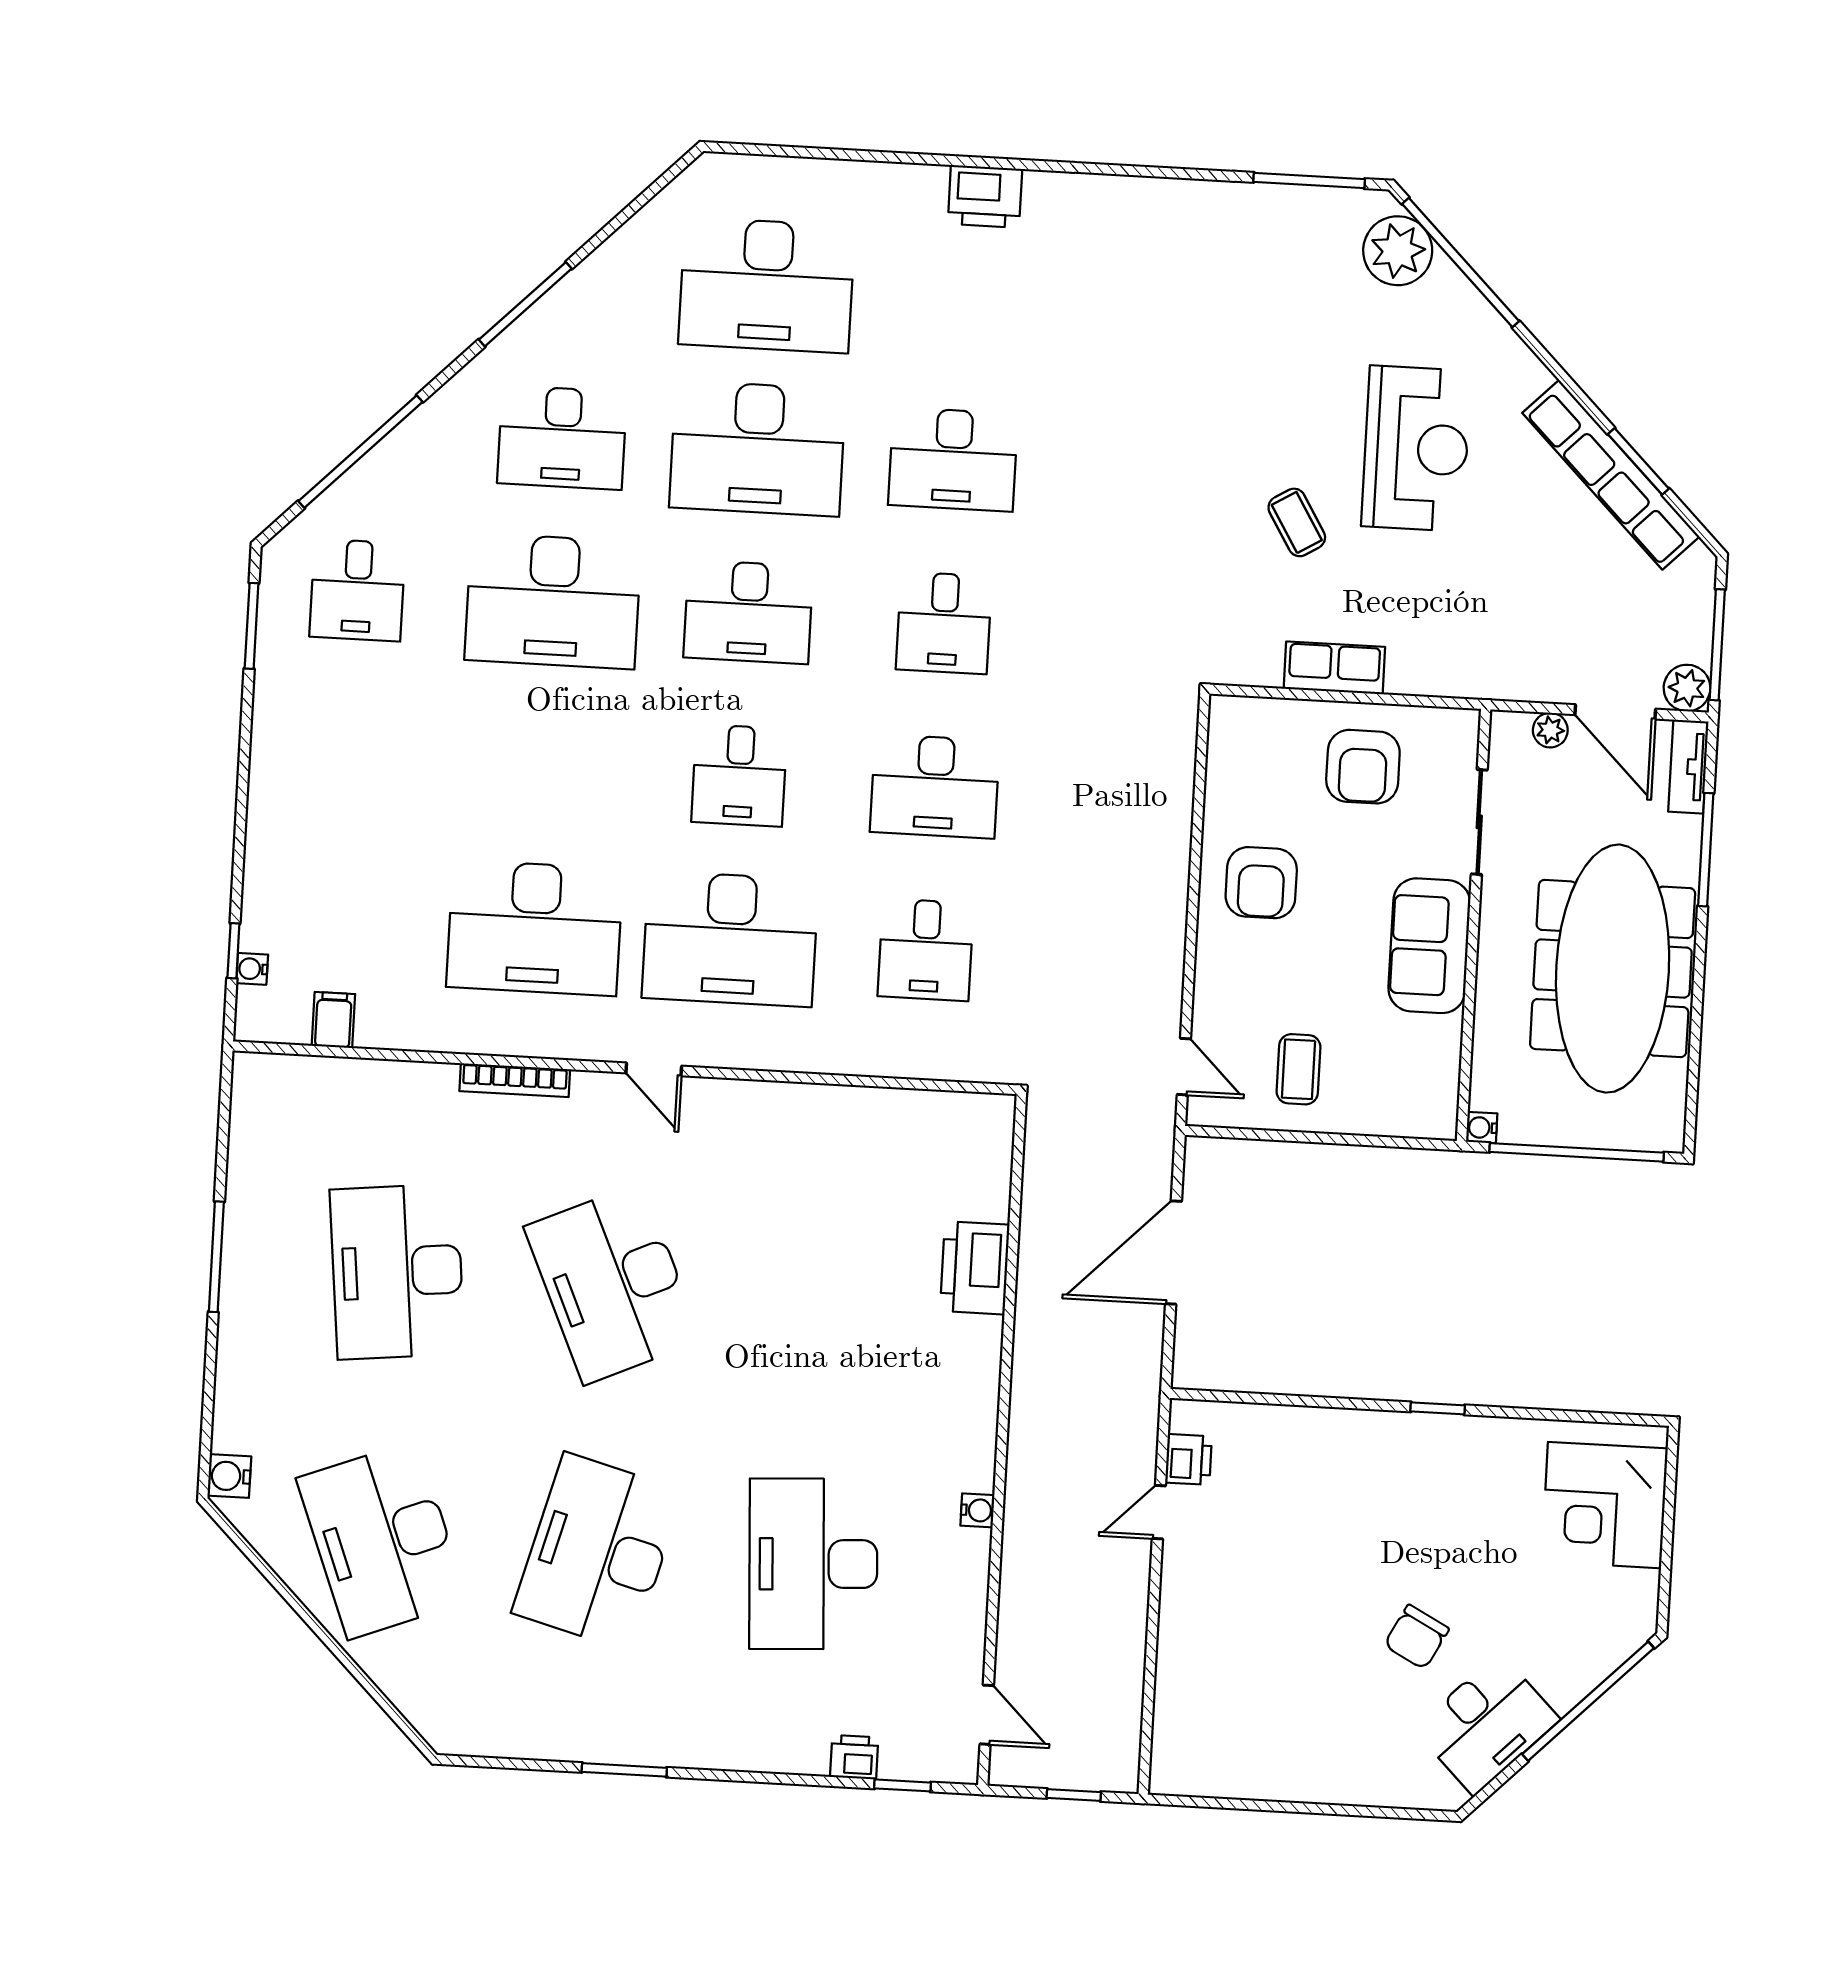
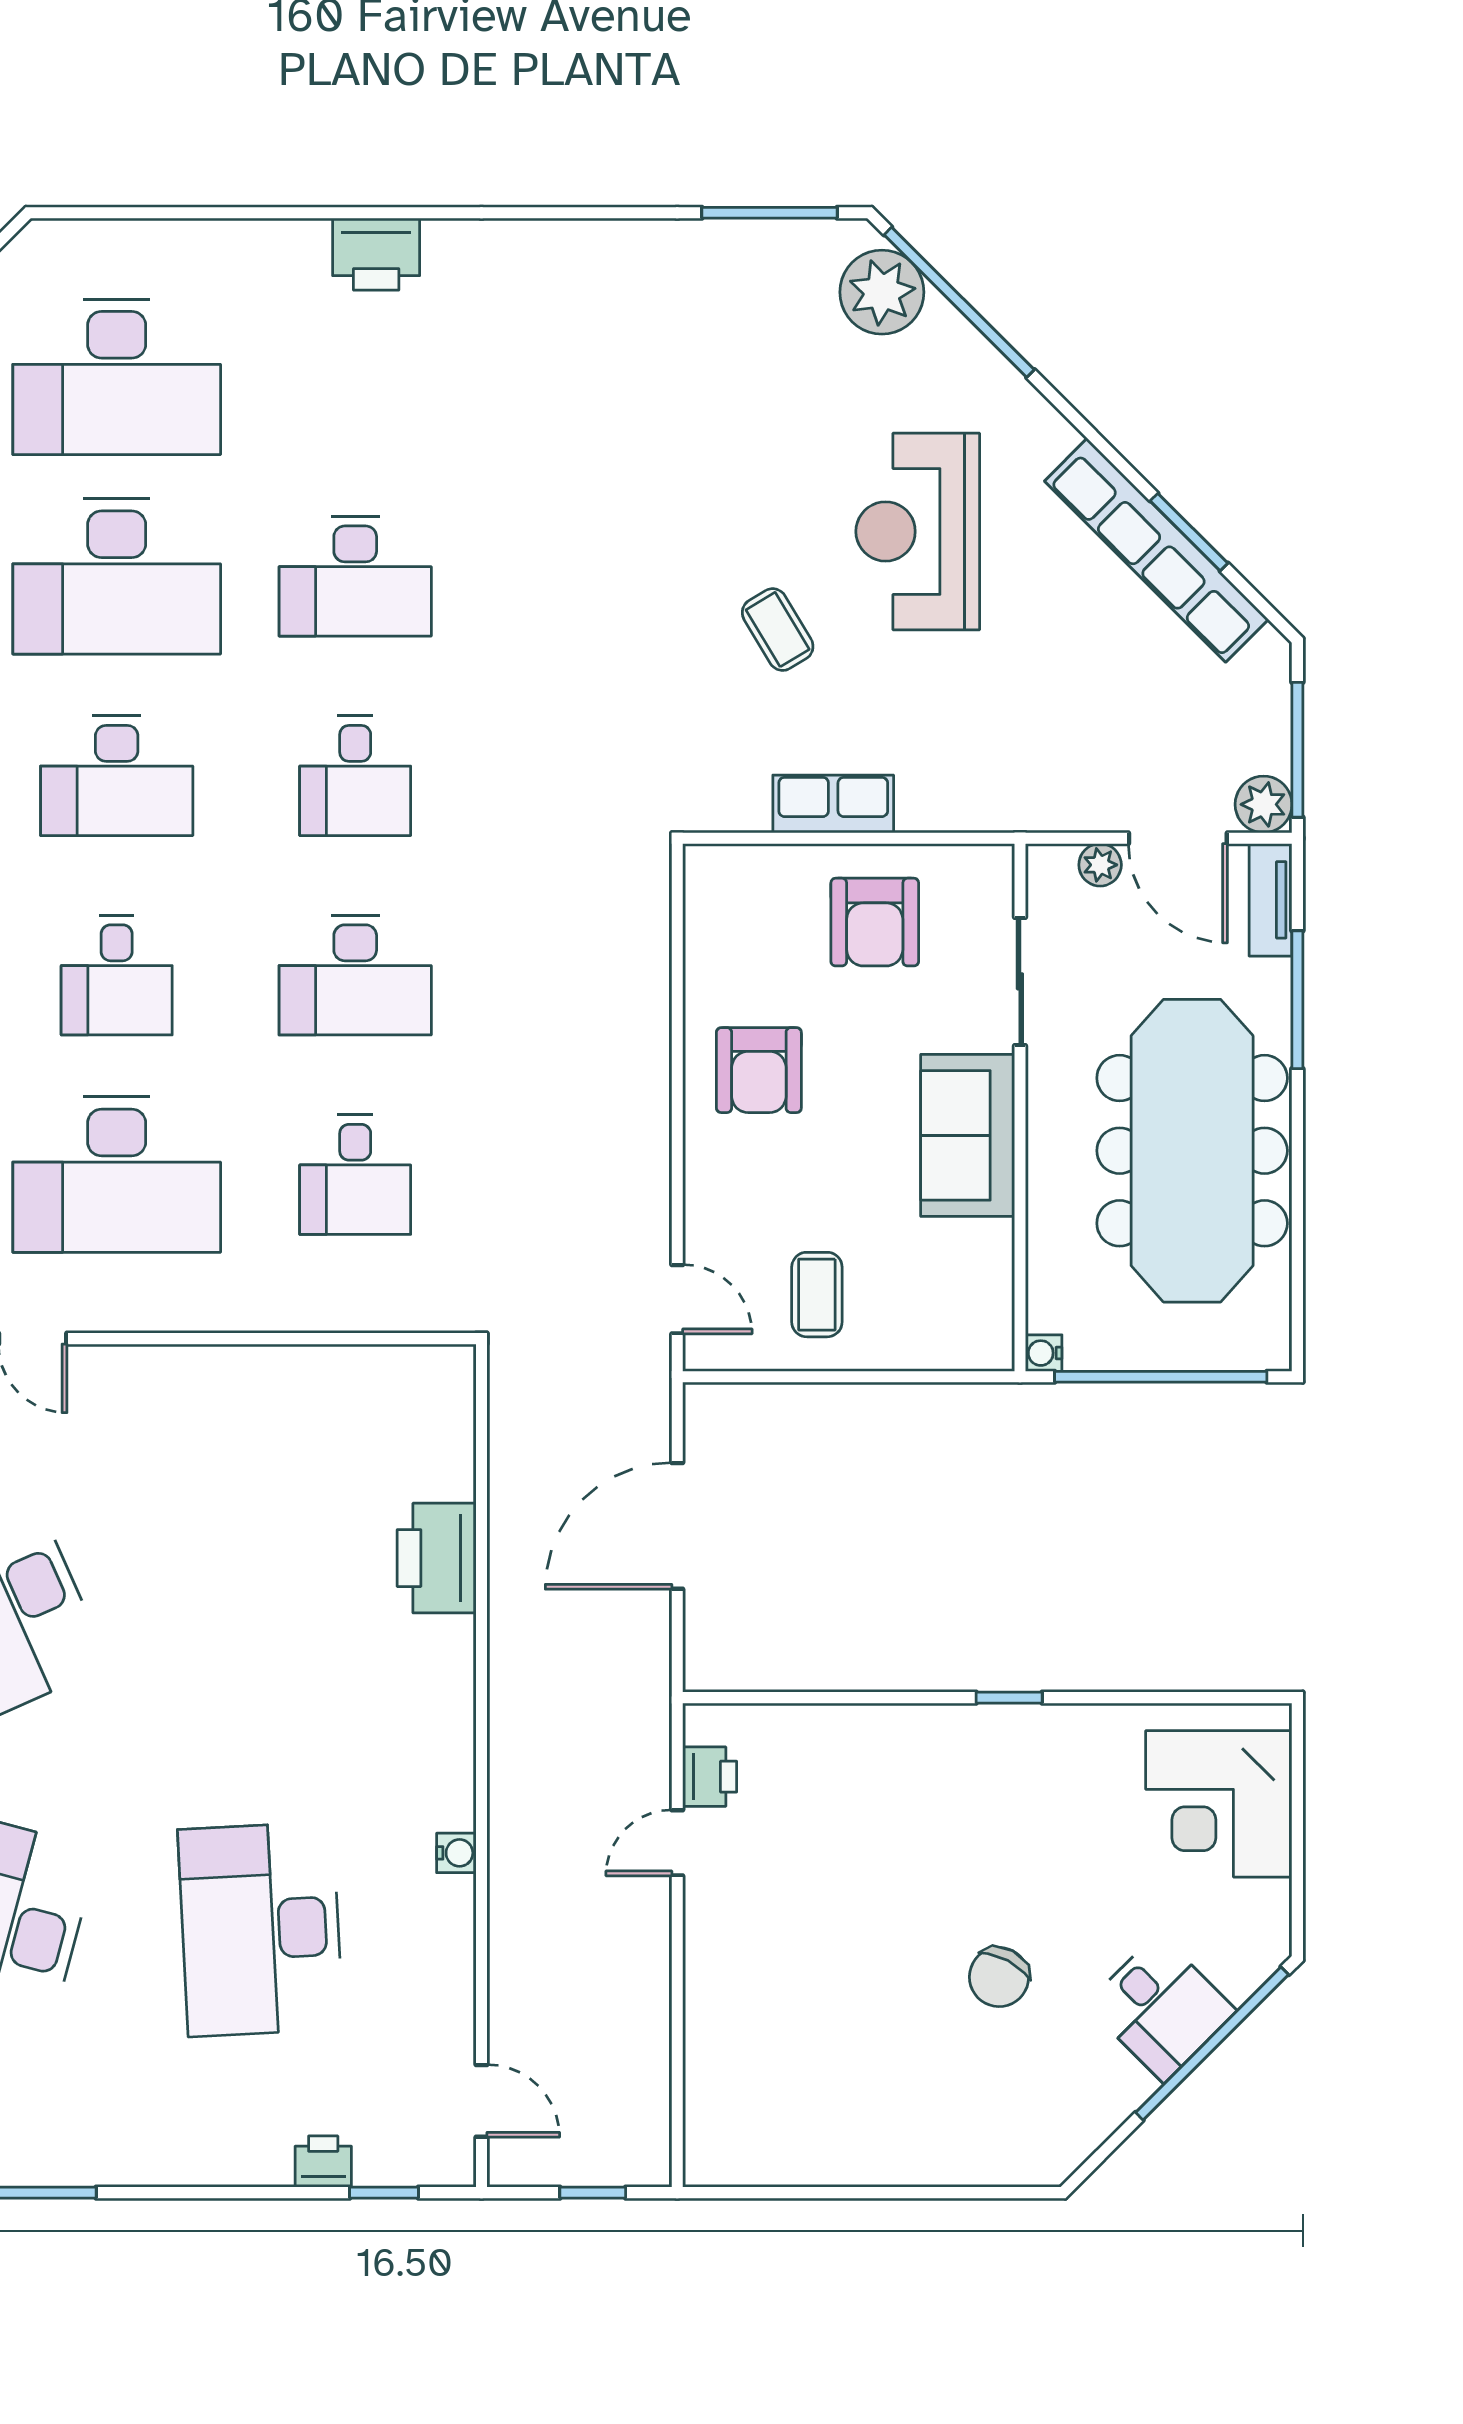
reception desk: (1416, 448) -> (918, 531), turned 180
desk: (1487, 1724) -> (1161, 2008), moved, width x0.73

